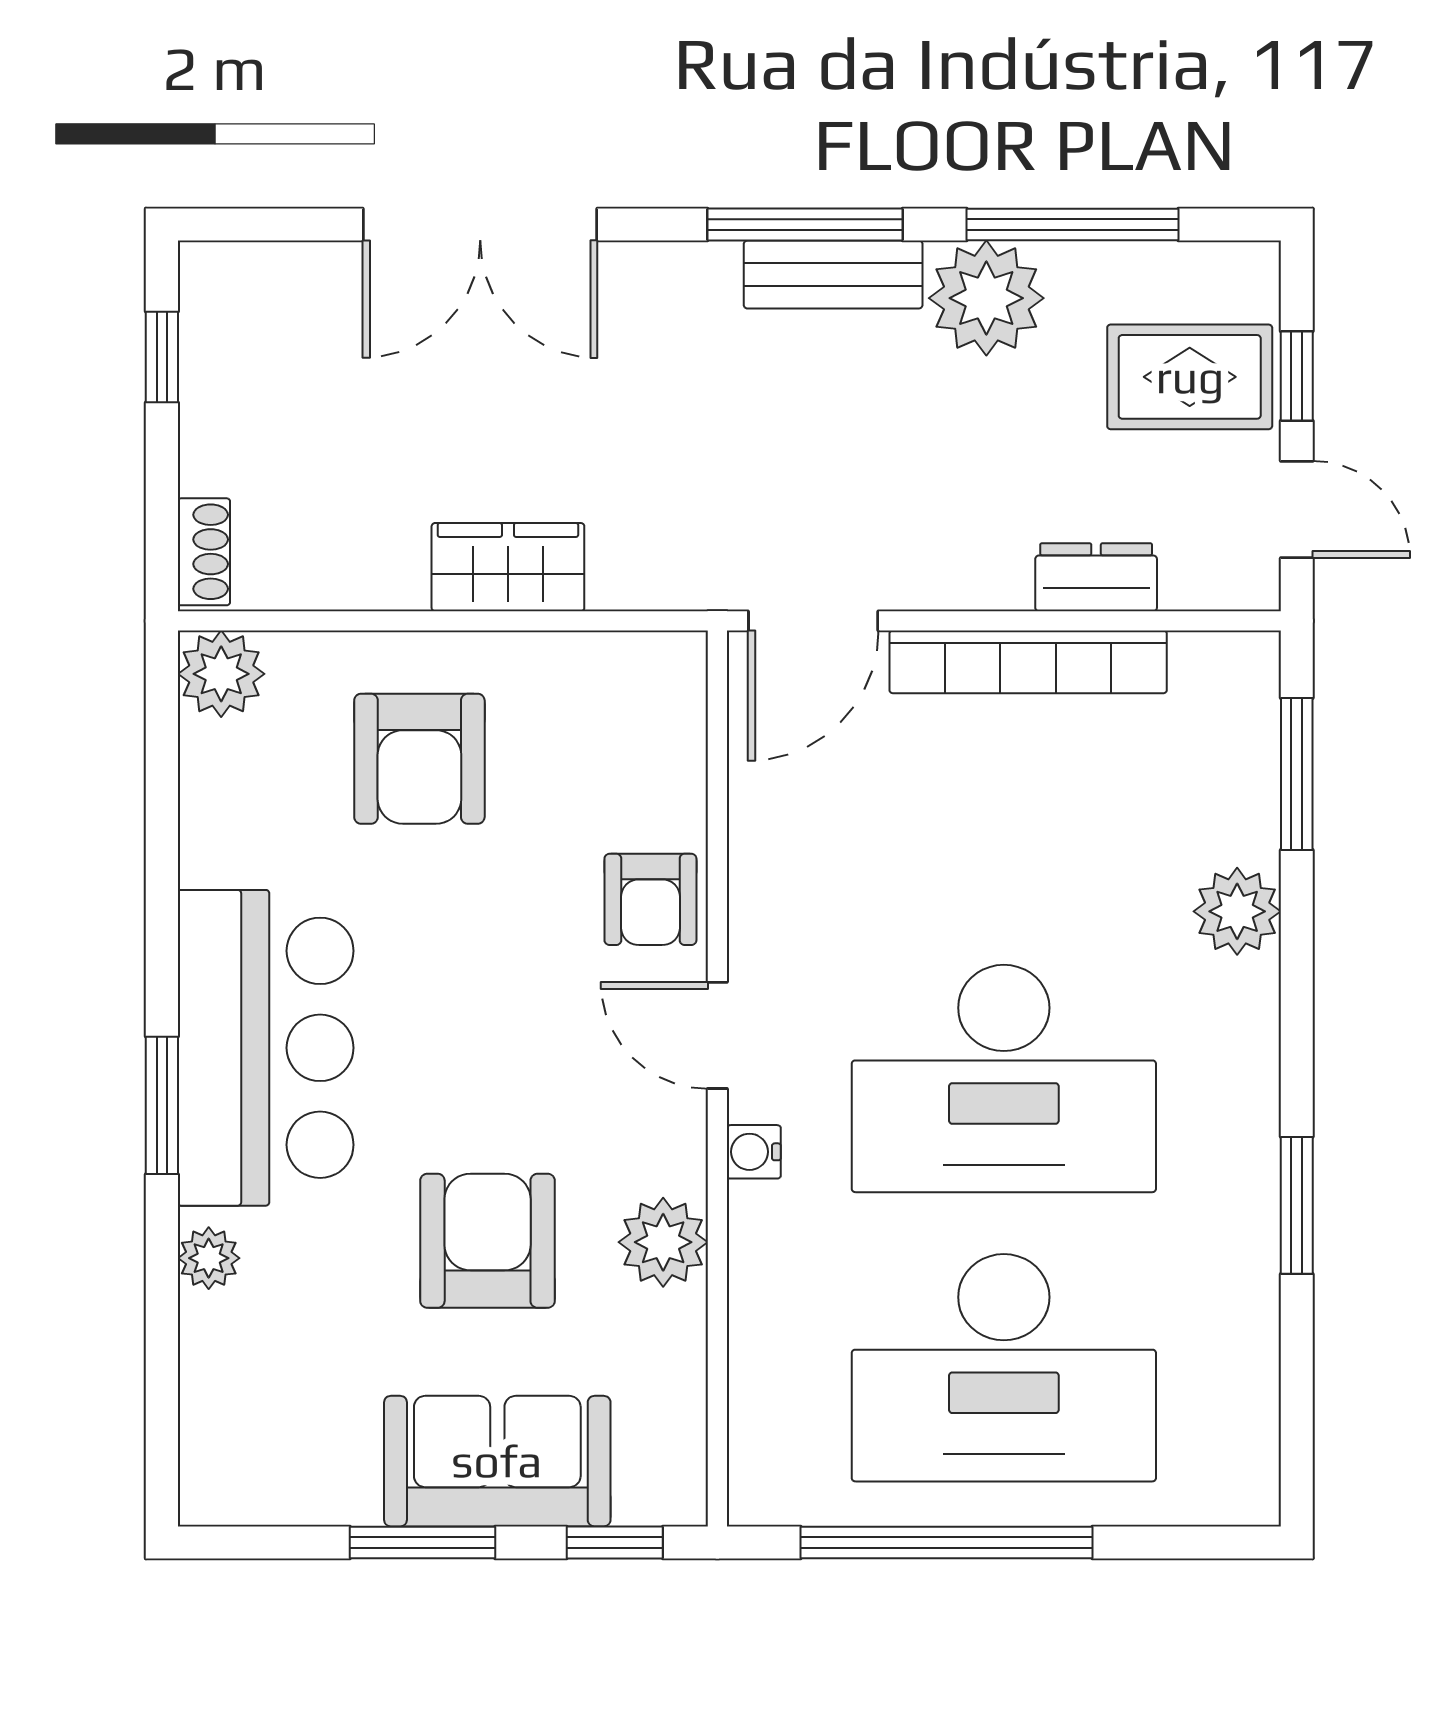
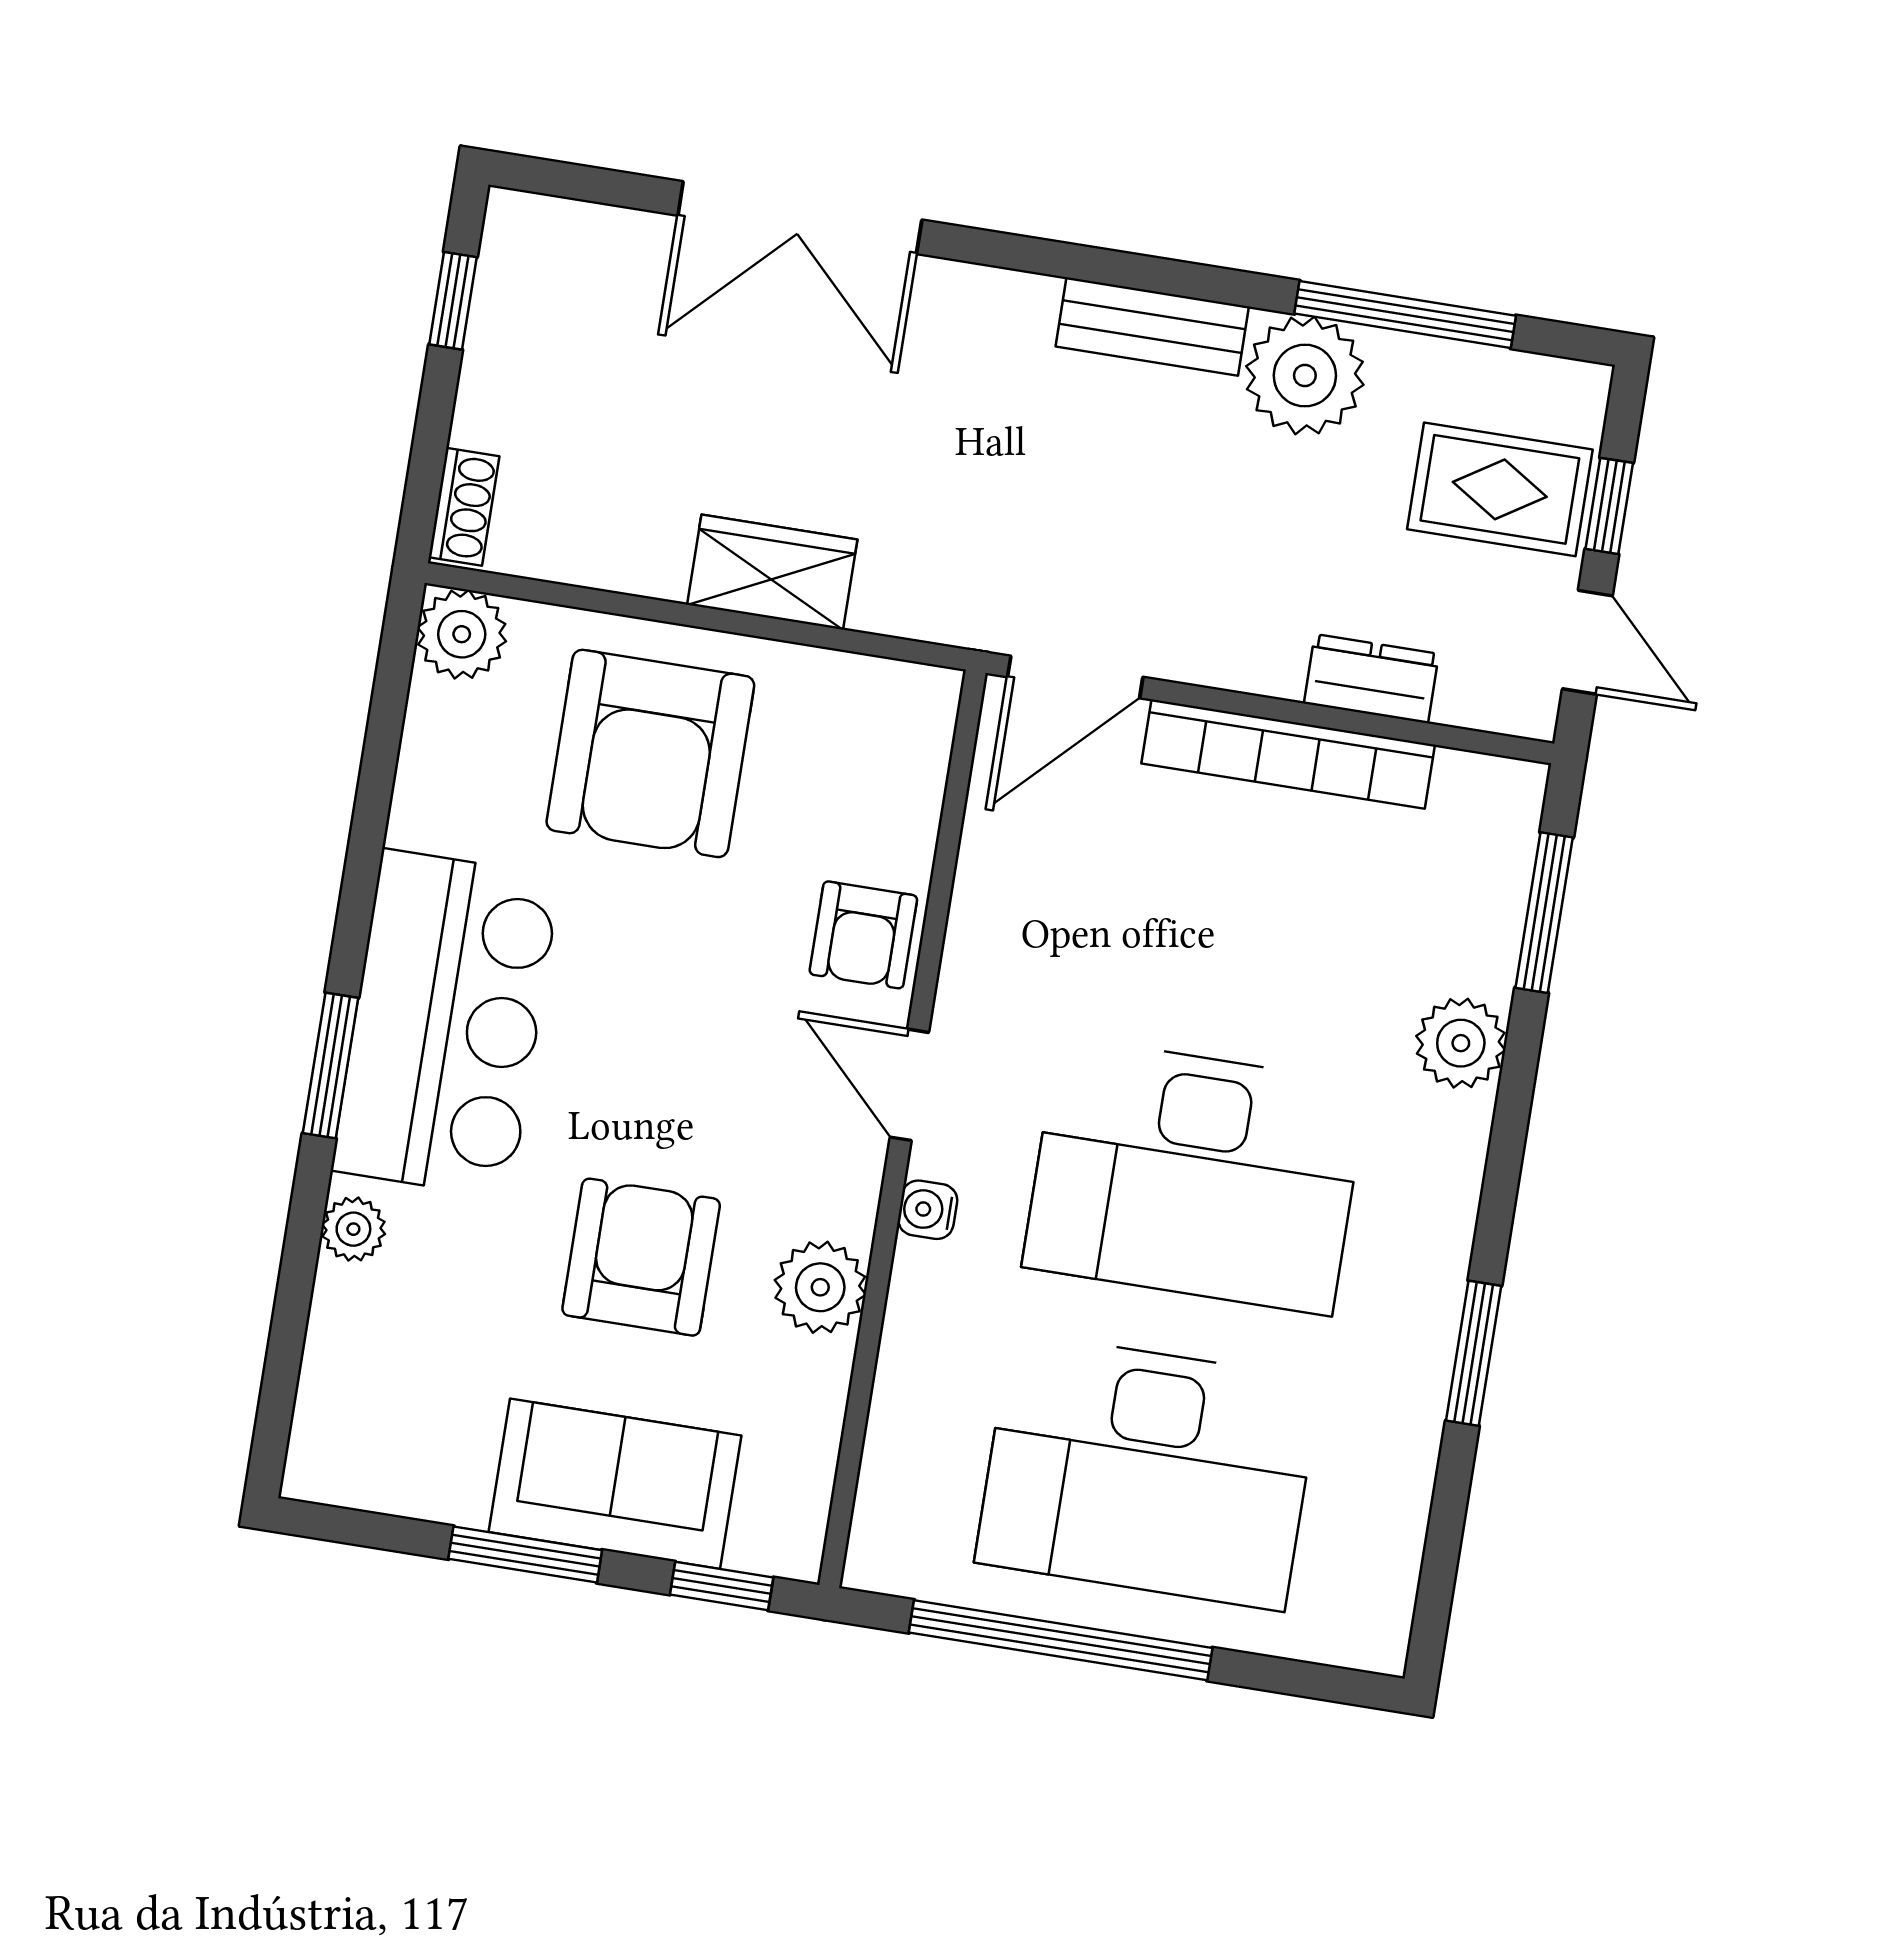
window: (805, 225) -> (1132, 271), removed
armchair: (419, 759) -> (650, 753), width x1.36, depth x1.36

